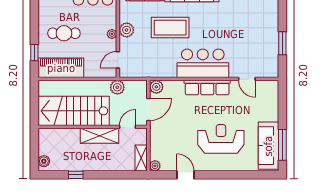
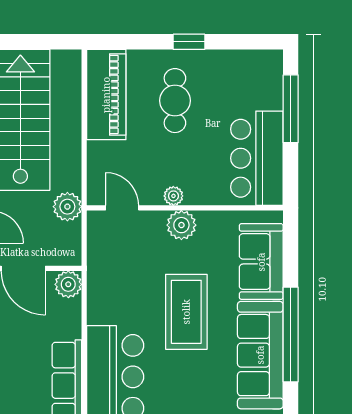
window: (34, 53) -> (189, 42), moved

